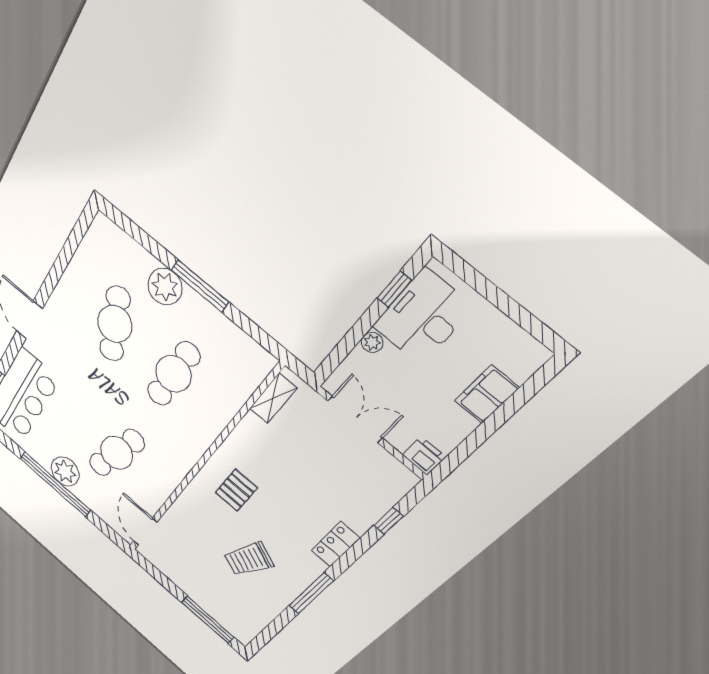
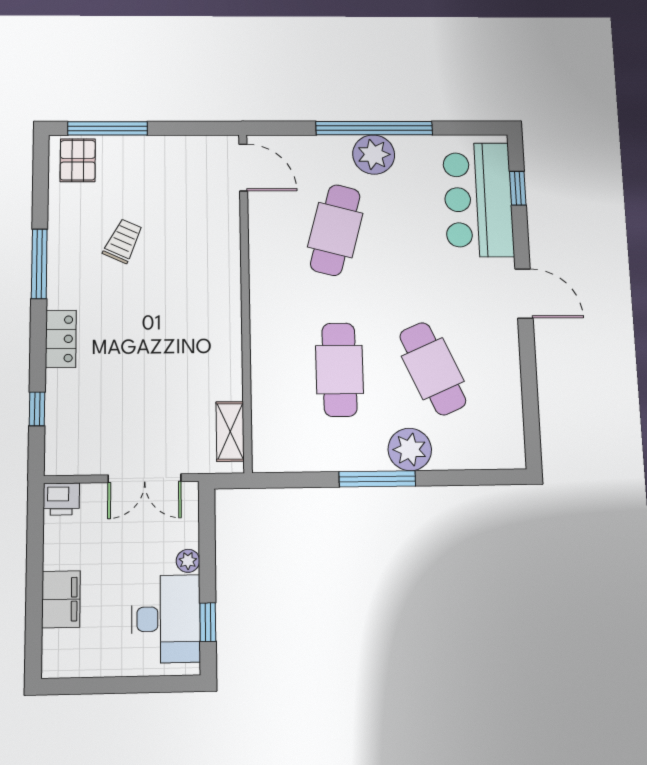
pallet: (236, 490) -> (78, 160), moved
trolley: (249, 559) -> (123, 241), width x0.73, depth x0.72

